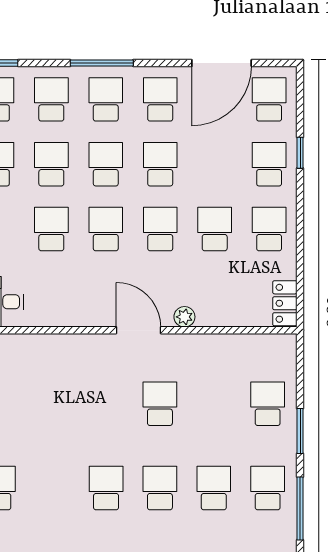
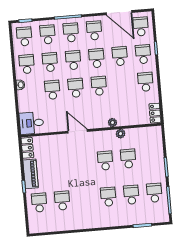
door: (222, 63) -> (119, 13), hinge flipped
school desk: (215, 229) -> (120, 56), moved
door: (138, 330) -> (78, 131), moved
plant: (201, 344) -> (121, 134), added
school desk: (268, 404) -> (128, 159), moved
school desk: (106, 488) -> (62, 201), moved

